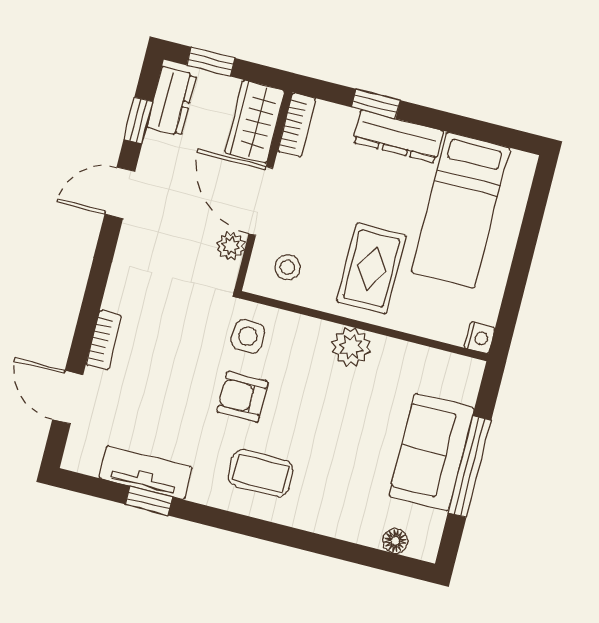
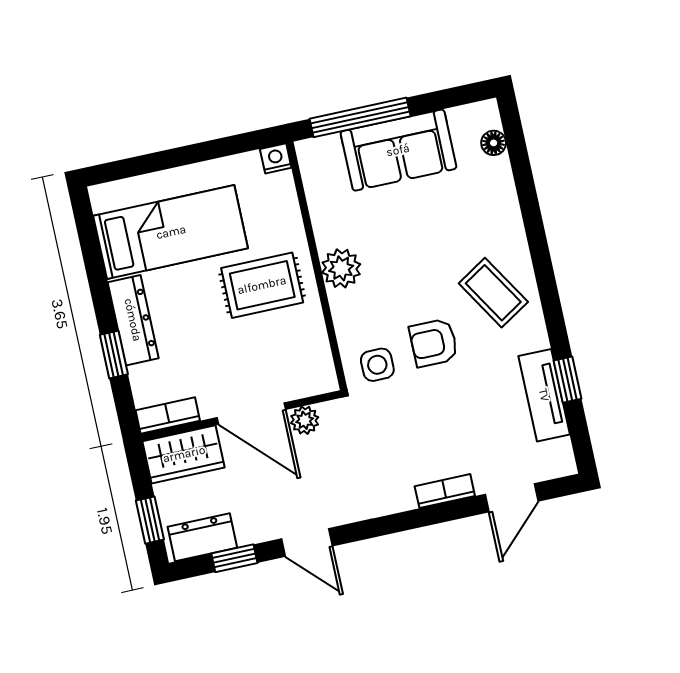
door: (261, 201) -> (251, 414), hinge flipped
stool: (287, 267) -> (298, 360), removed
armchair: (242, 397) -> (434, 343), turned 90
window: (470, 467) -> (360, 117), moved
coffee table: (261, 473) -> (493, 293), turned -32

